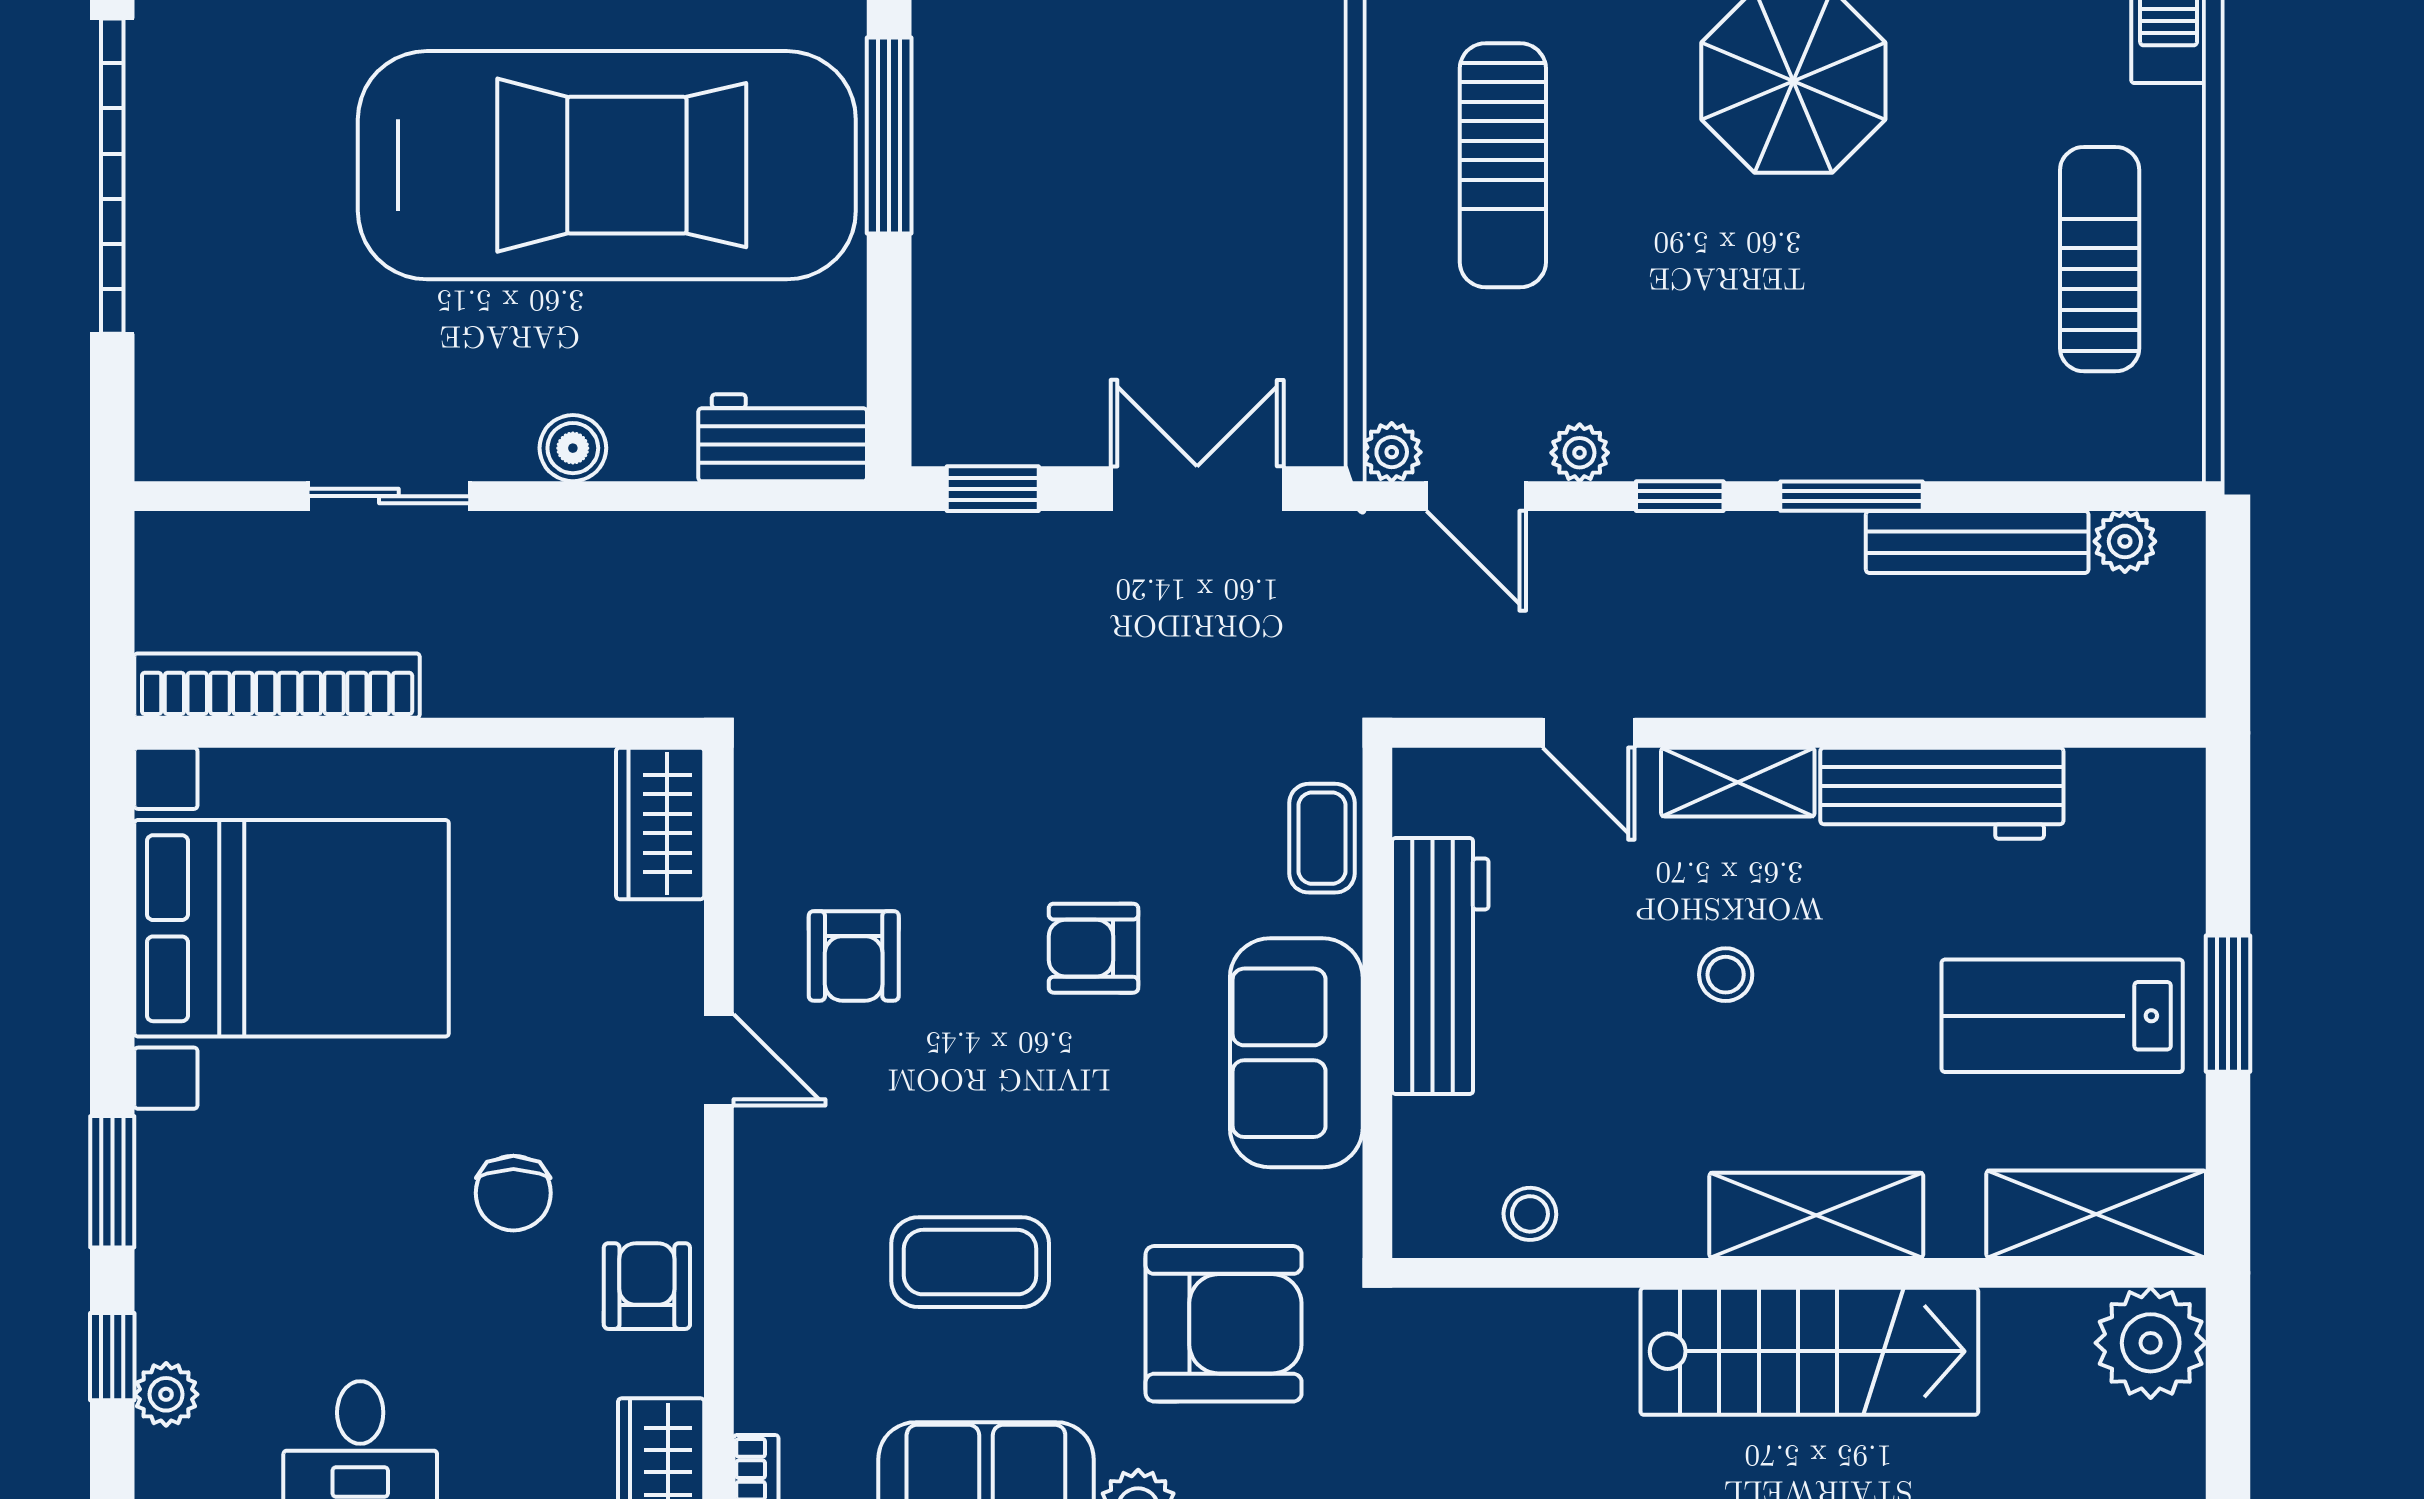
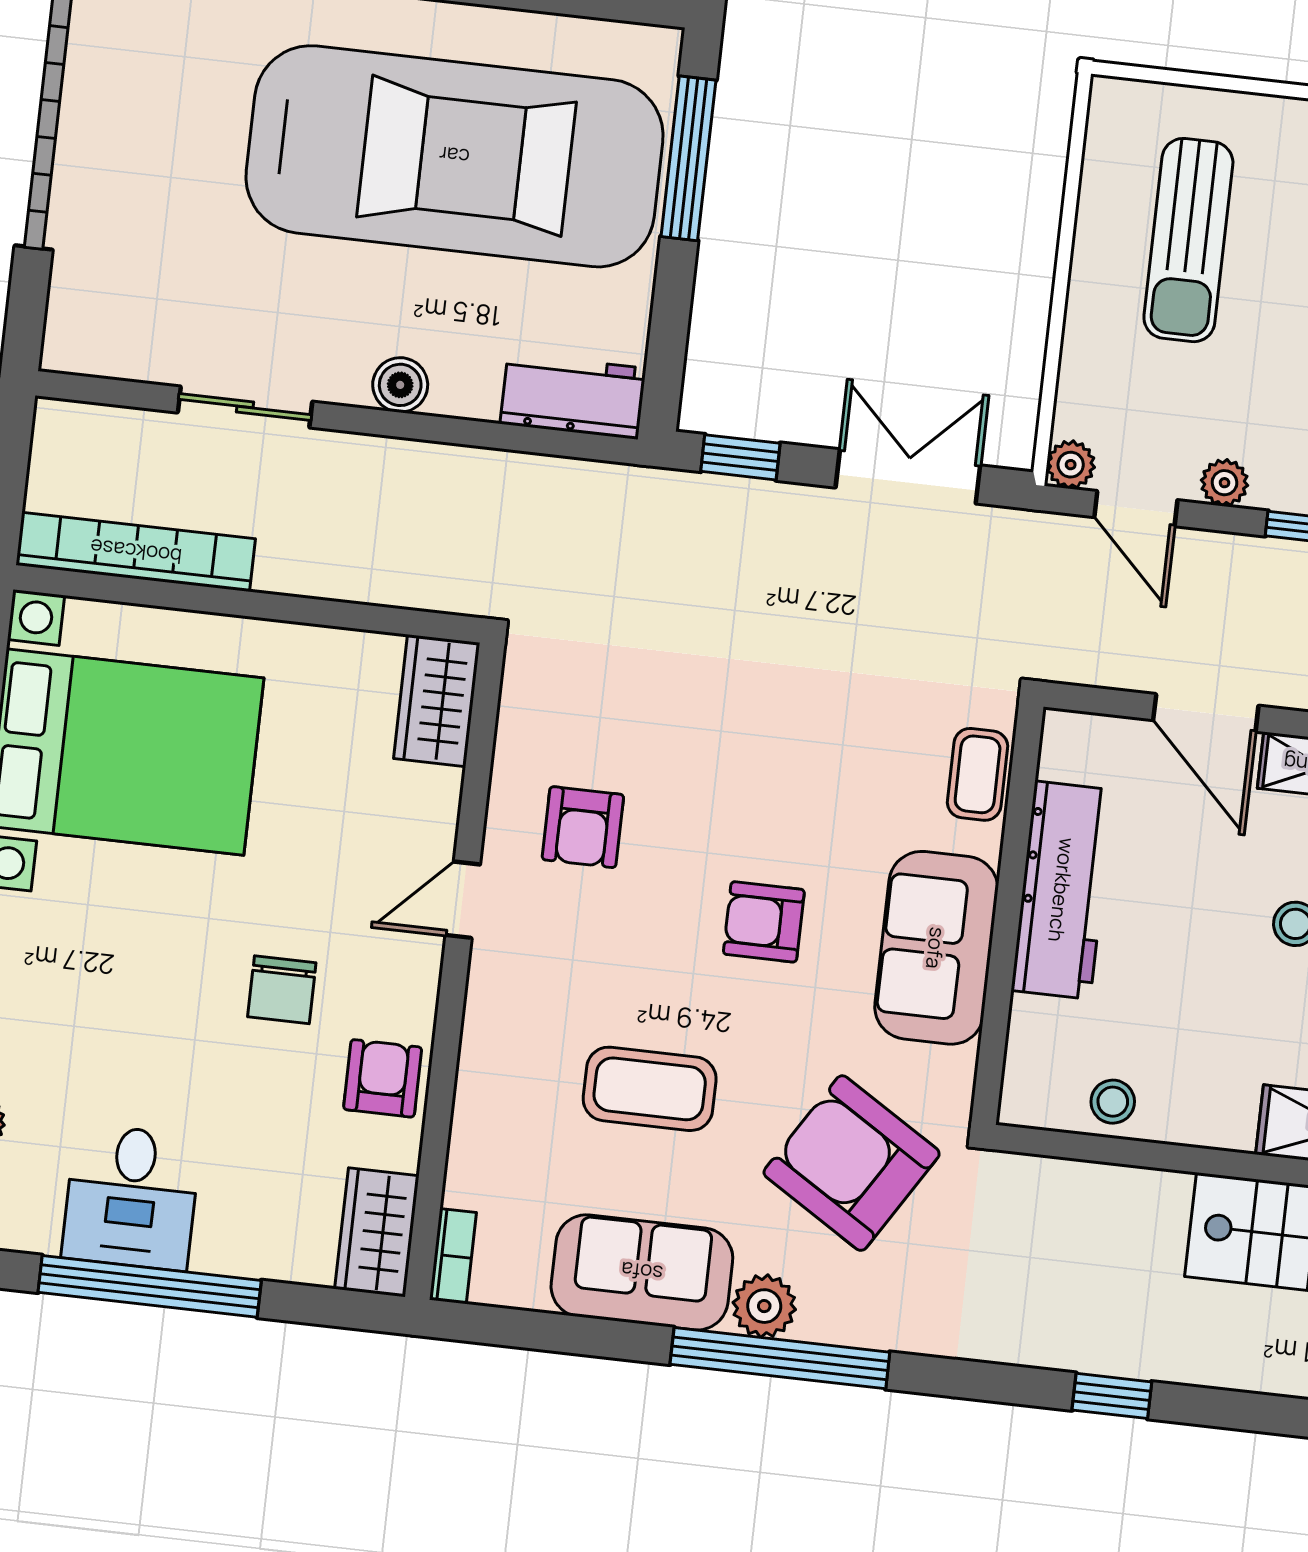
door: (1589, 733) -> (1206, 713), width x1.37
armchair: (1093, 948) -> (764, 922), moved
door: (719, 1060) -> (463, 900), swing flipped
armchair: (1224, 1324) -> (852, 1163), turned -148

